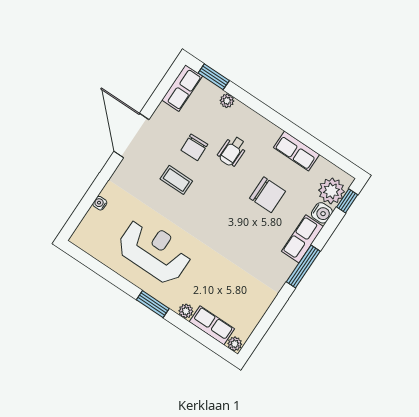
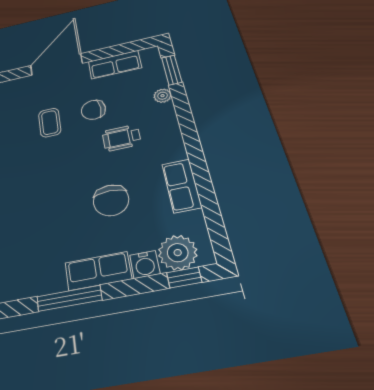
row of seats: (182, 88) -> (115, 65), moved

